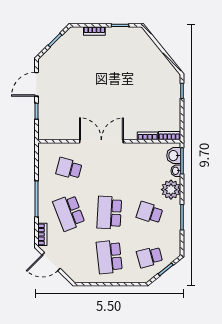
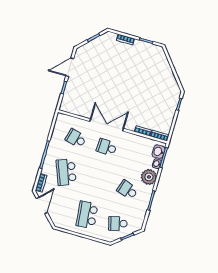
school desk: (109, 213) -> (107, 147), moved, width x0.54
door: (51, 262) -> (42, 205), swing flipped

